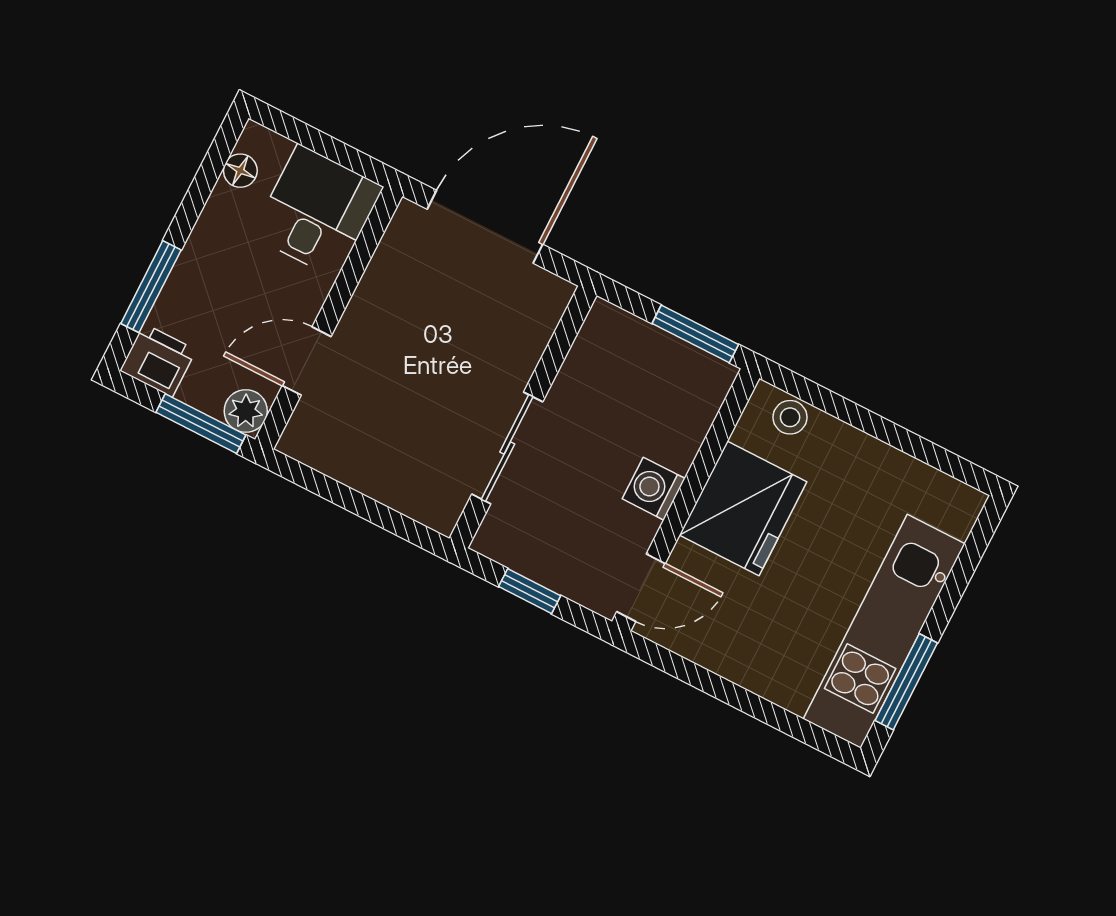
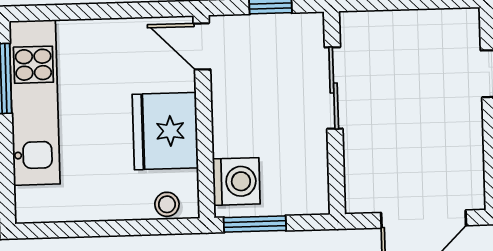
washing machine: (654, 489) -> (236, 181), moved, width x1.38, depth x1.38
door: (641, 588) -> (202, 46), hinge flipped

